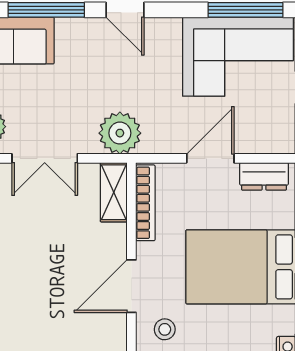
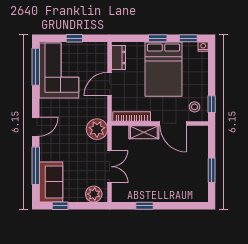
door: (210, 158) -> (110, 84), hinge flipped
shelving: (114, 192) -> (144, 132), moved

